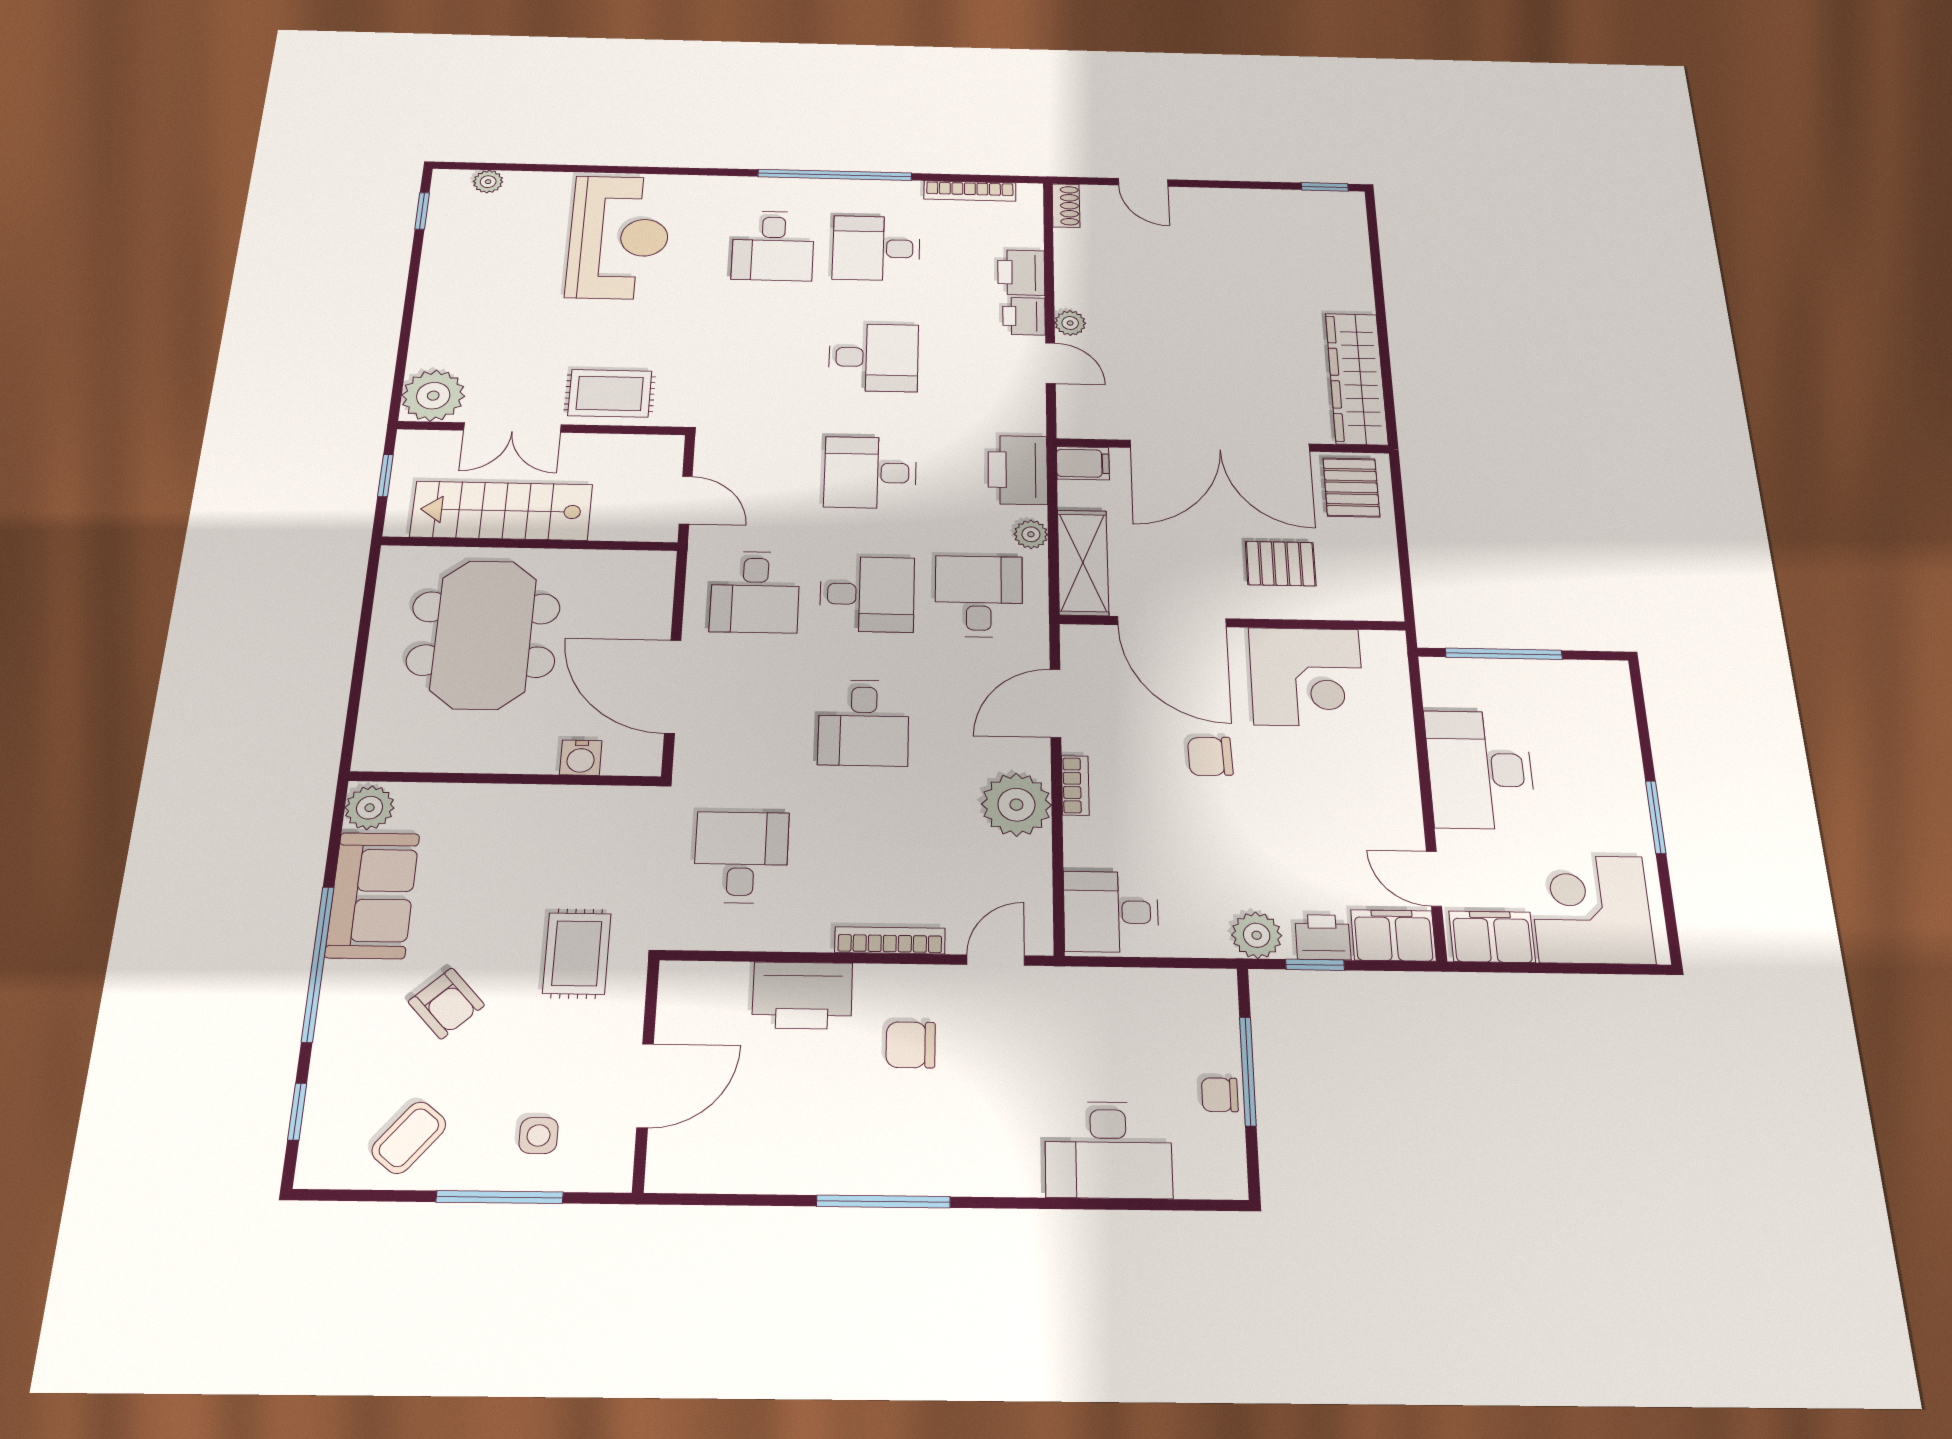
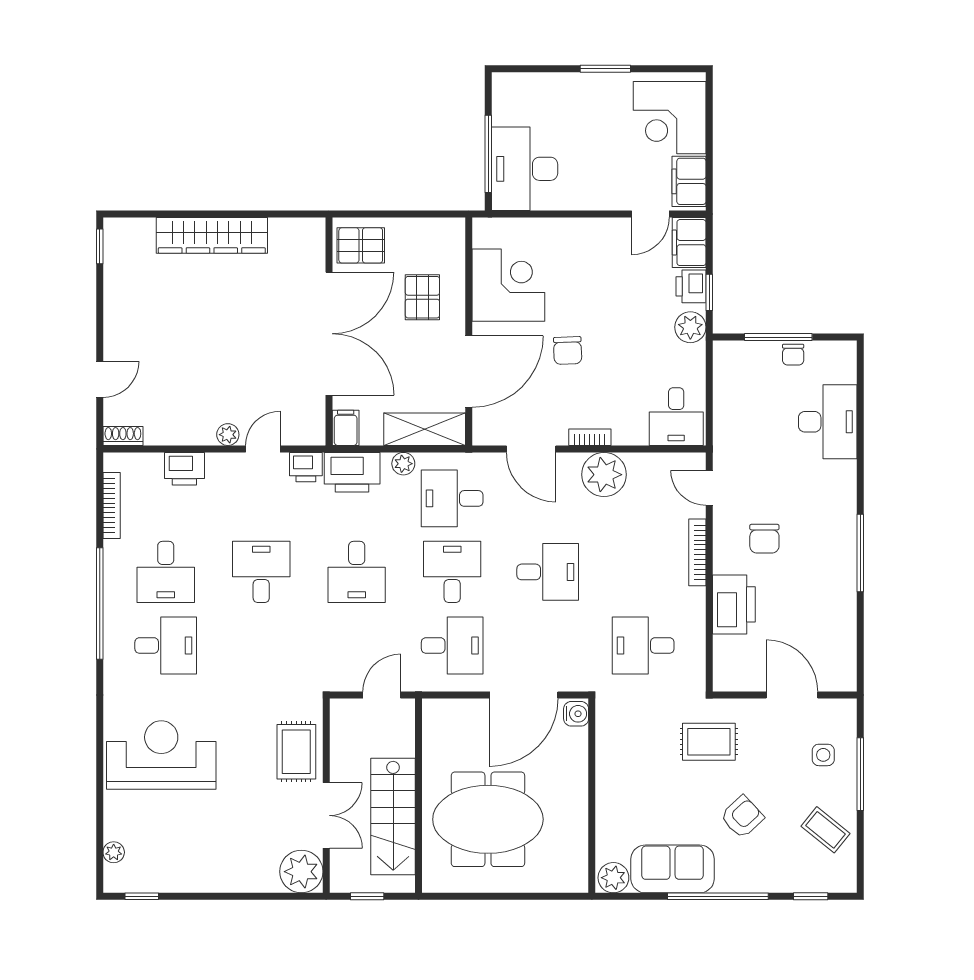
printer: (1024, 316) -> (306, 467), moved
wardrobe: (1356, 378) -> (212, 235), moved
water cooler: (581, 758) -> (576, 714), moved
desk: (1480, 770) -> (525, 169), moved, turned 90

